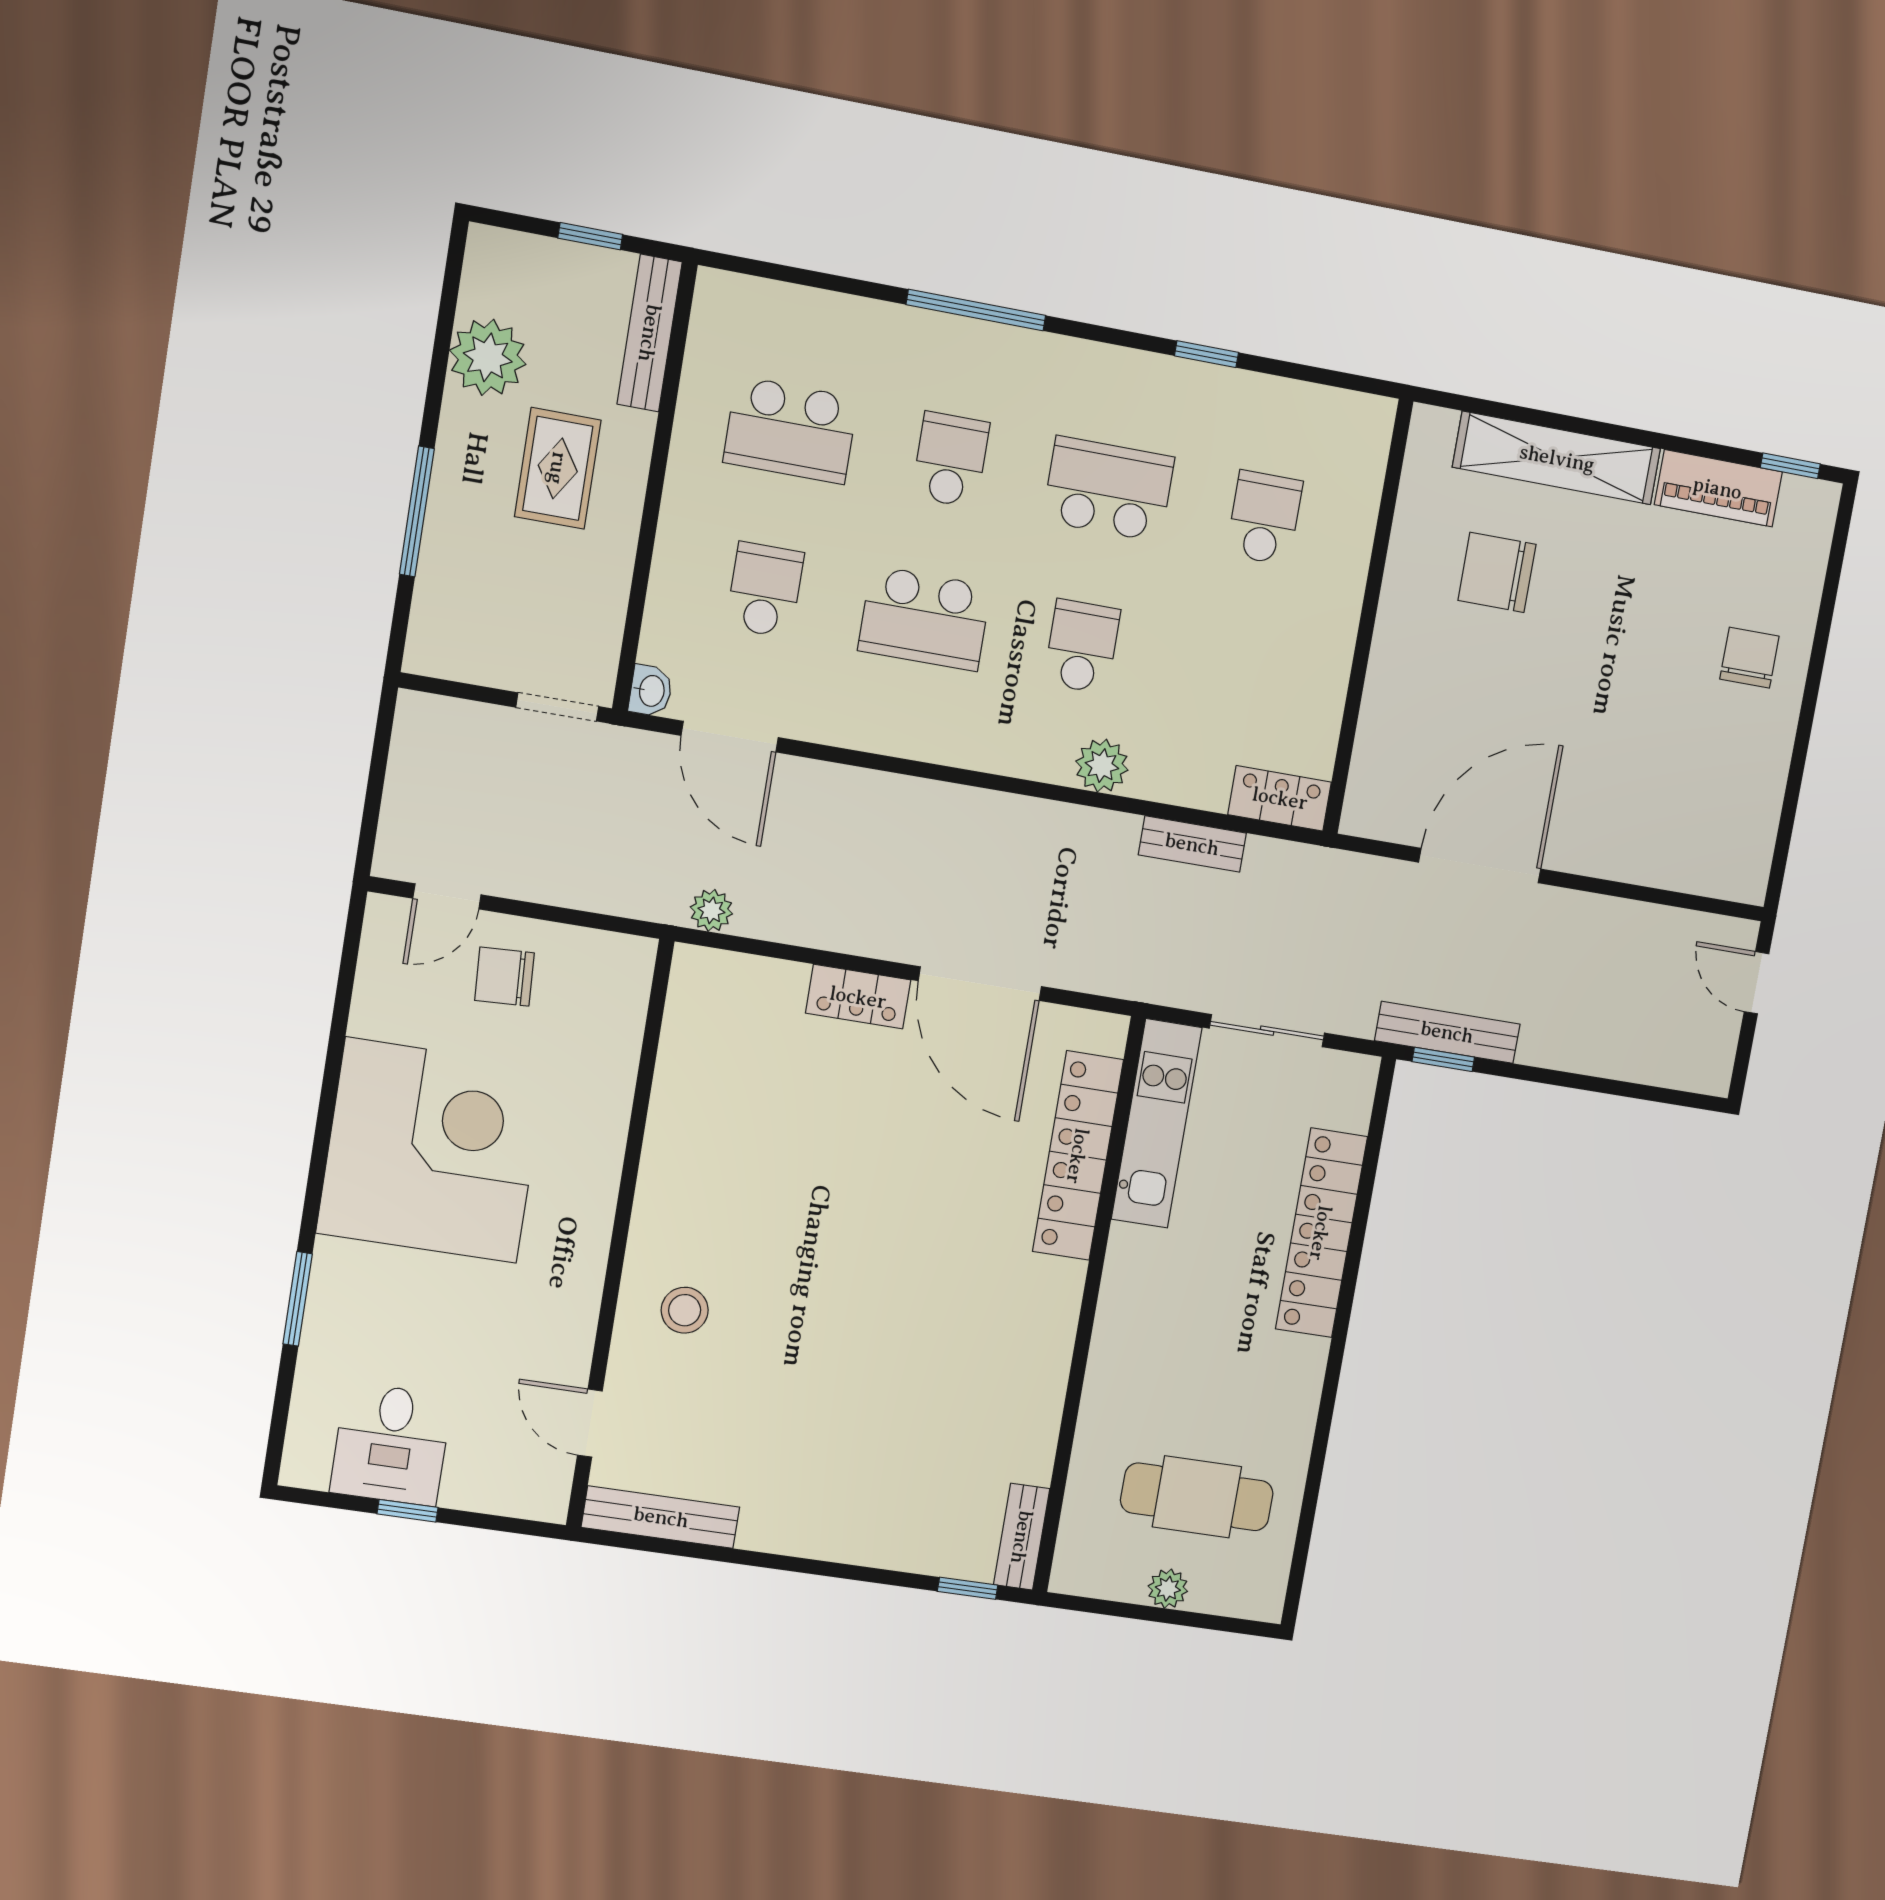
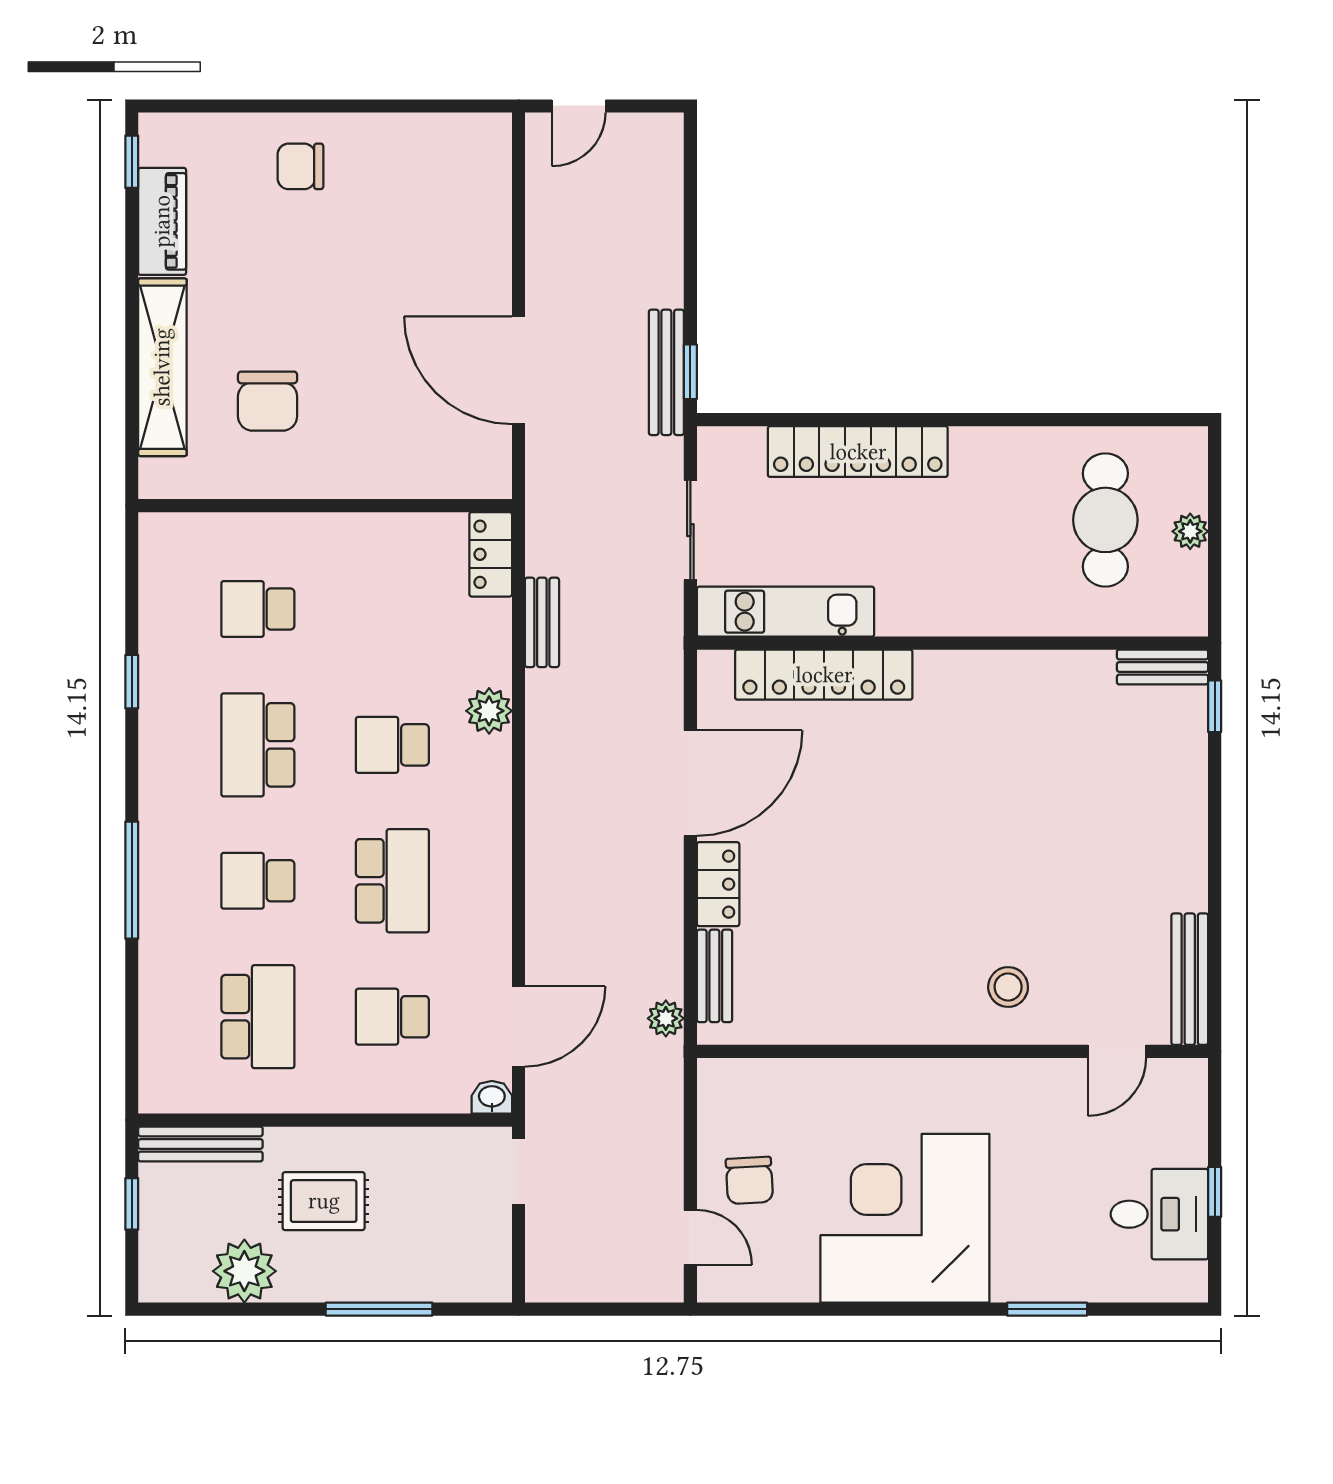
bench: (752, 975) -> (714, 976), added

